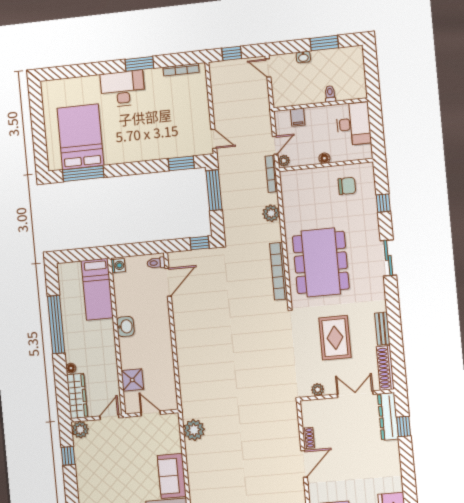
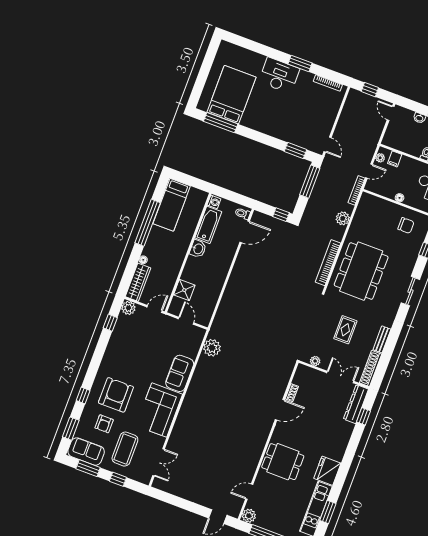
plant: (284, 161) -> (380, 158), moved
bed: (97, 289) -> (172, 205), moved
bathtub: (124, 294) -> (208, 225), added
rug: (335, 338) -> (345, 330), width x0.73, depth x0.70

